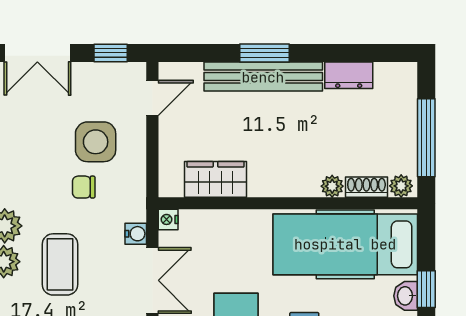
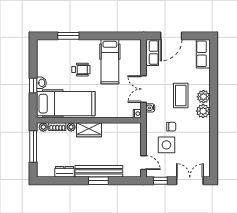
door: (152, 98) -> (144, 163), swing flipped
wardrobe: (215, 179) -> (89, 130), moved

